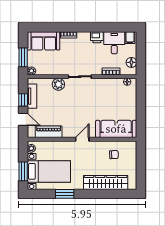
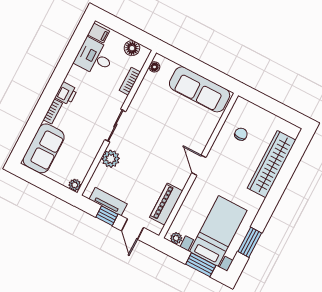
printer: (97, 37) -> (66, 93), moved
window: (23, 57) -> (51, 187), removed
door: (23, 119) -> (132, 229), swing flipped
sofa: (116, 129) -> (200, 89), moved, turned -90
window: (65, 194) -> (250, 242), moved

